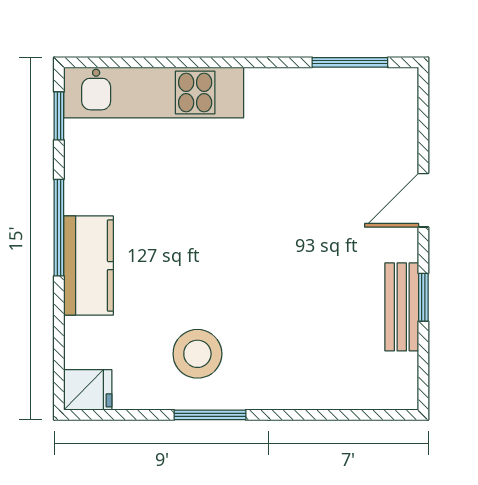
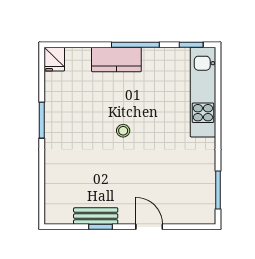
stool: (197, 354) -> (123, 131), moved, width x0.53, depth x0.53

